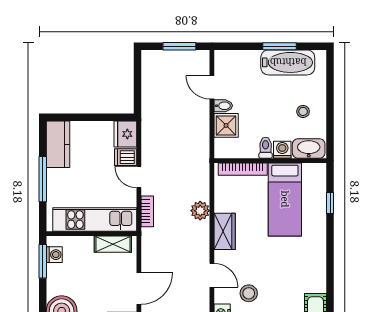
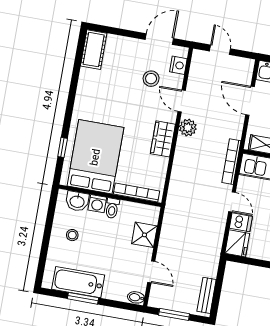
bench: (148, 73) -> (207, 295), added
bidet: (223, 106) -> (136, 297), moved
washbasin: (309, 149) -> (77, 201), width x0.72
bed: (285, 199) -> (95, 157), width x1.50
bookcase: (147, 211) -> (231, 162), width x1.56
plant: (200, 211) -> (188, 128), moved
door: (139, 289) -> (250, 101), hinge flipped

